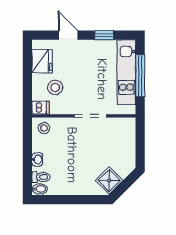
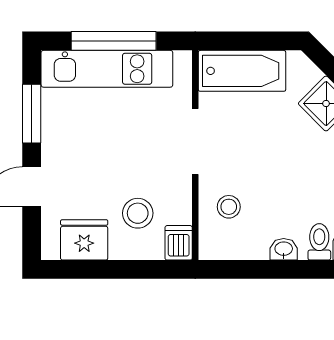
window: (104, 35) -> (32, 114), width x1.50
stool: (44, 128) -> (229, 207), moved
bathtub: (125, 139) -> (242, 71), added

